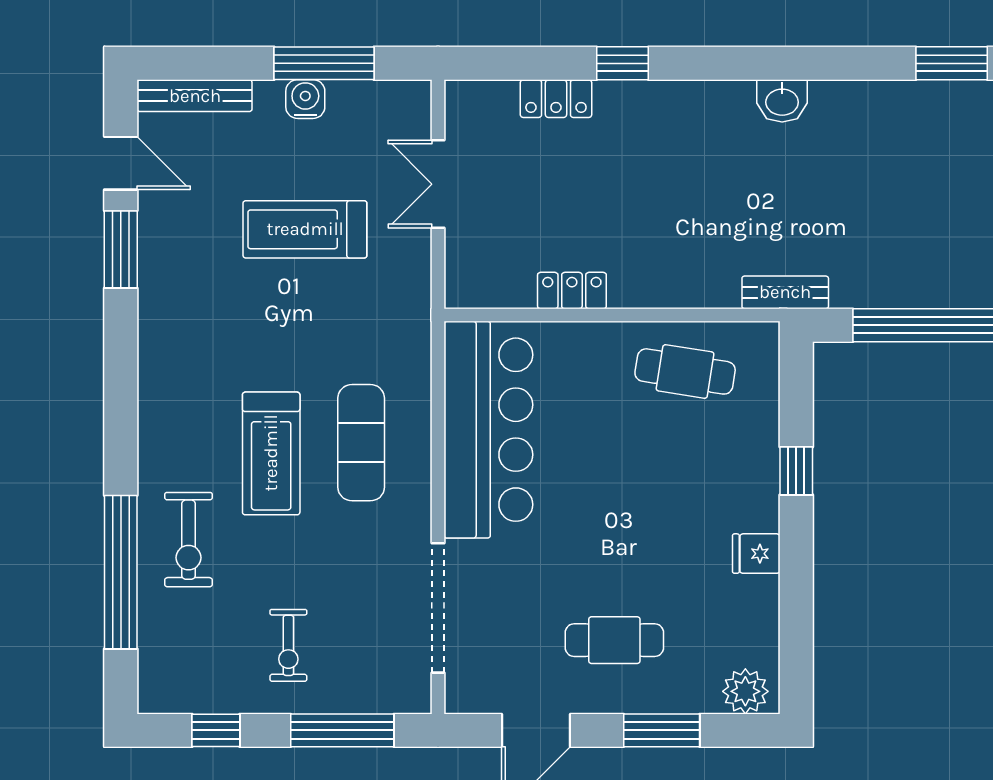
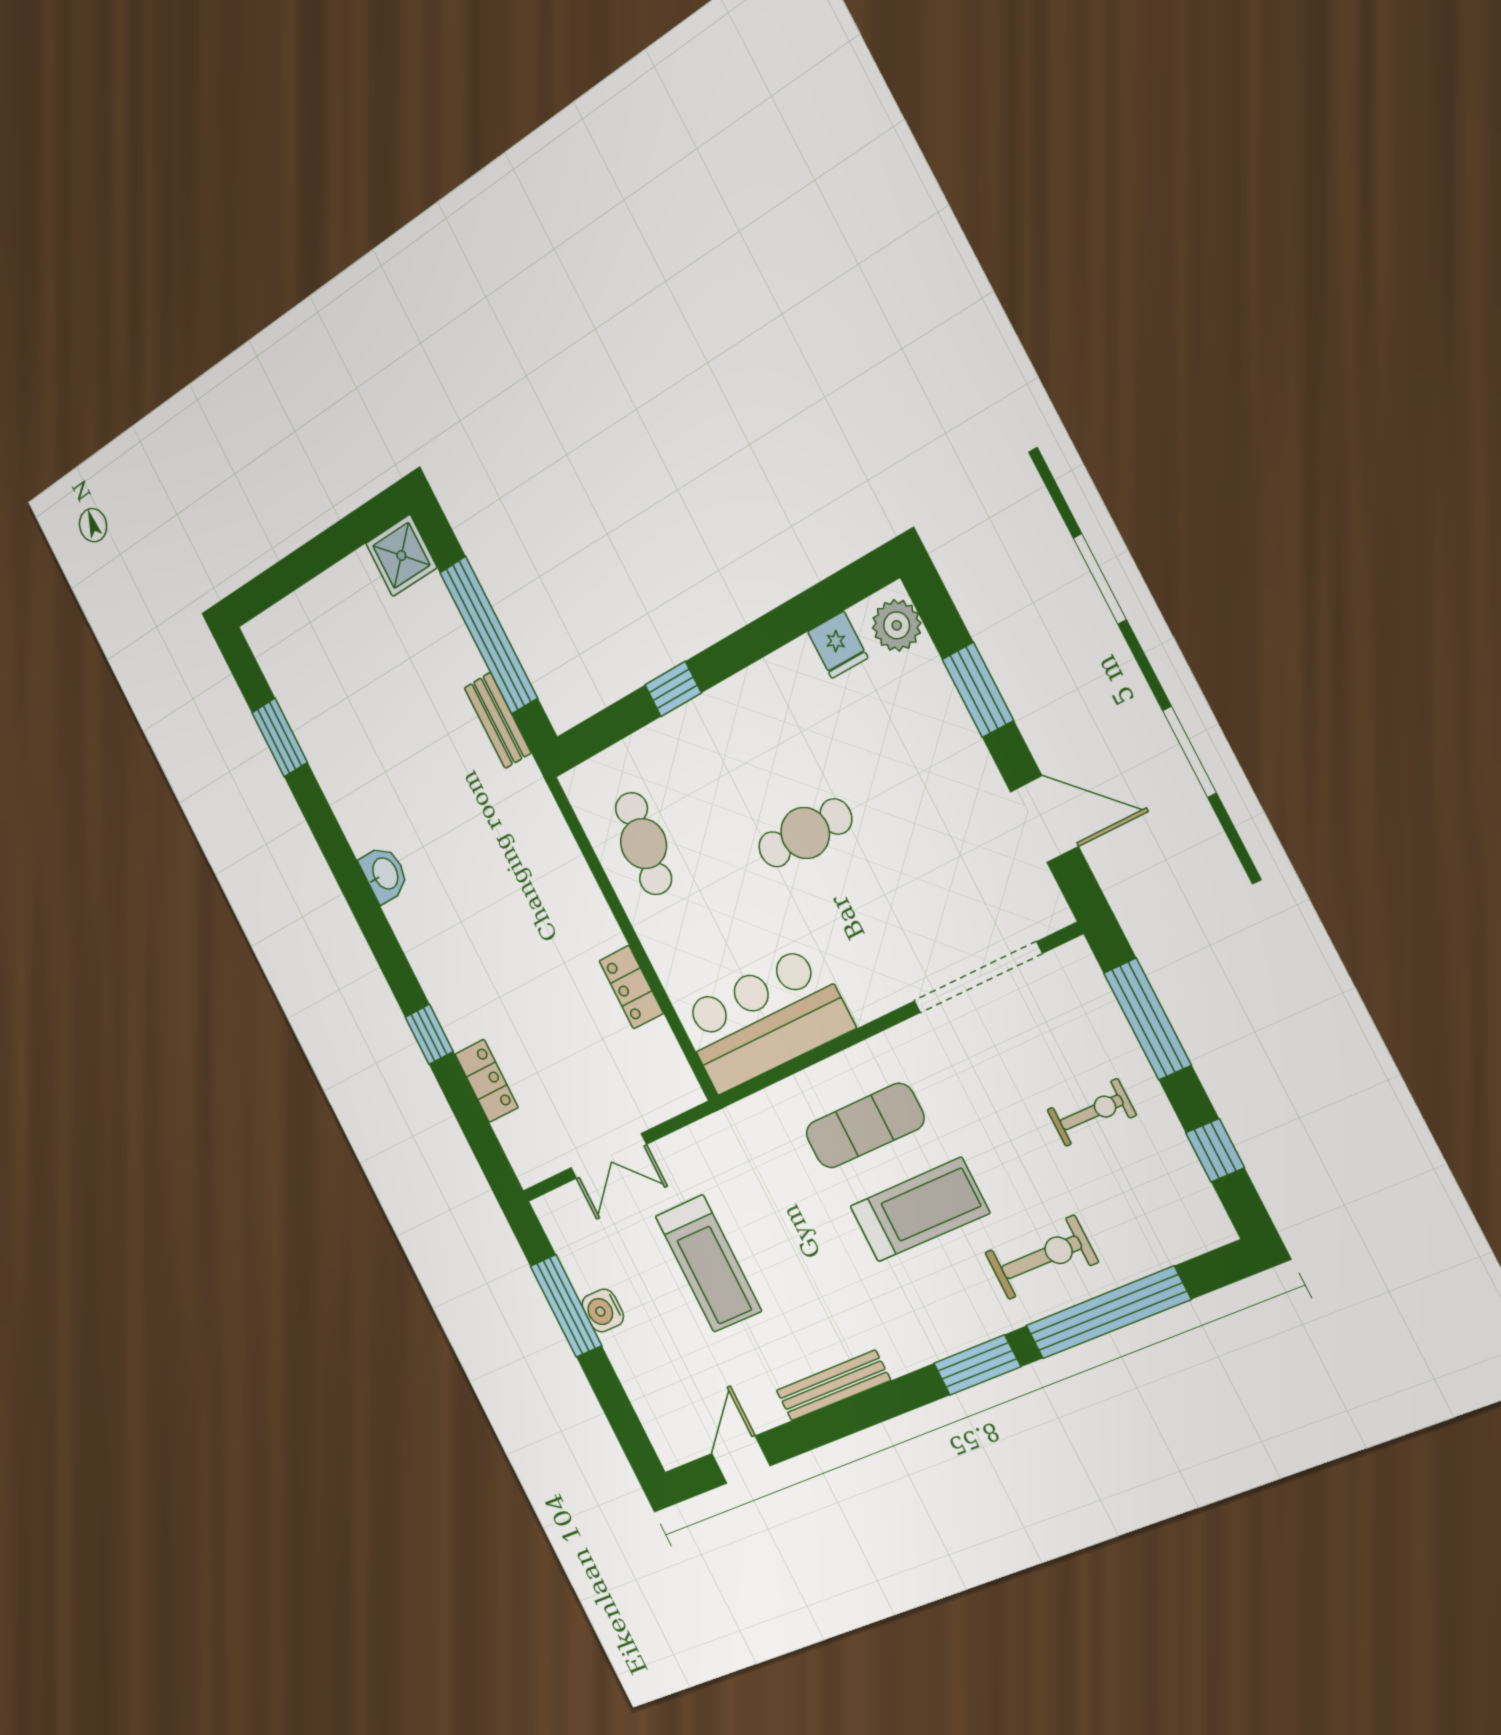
bench: (195, 96) -> (833, 1385), moved, turned 90
window: (121, 249) -> (977, 1365), moved
bench: (785, 292) -> (498, 720), moved
bar counter: (488, 430) -> (765, 1020), width x0.73
fridge: (756, 554) -> (838, 645), moved
cafe table: (614, 640) -> (805, 833), moved, turned 90

